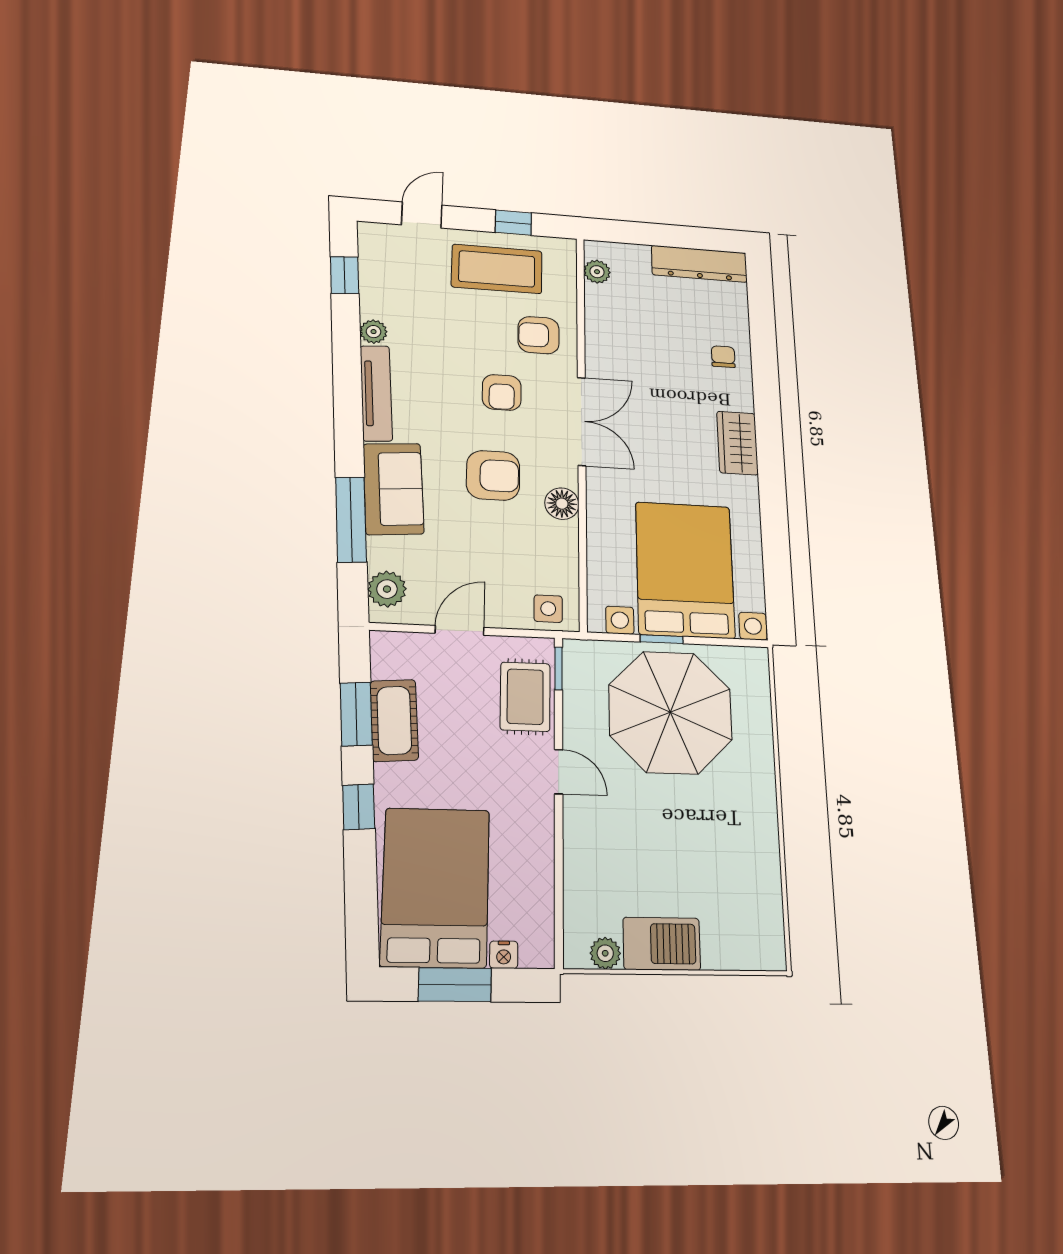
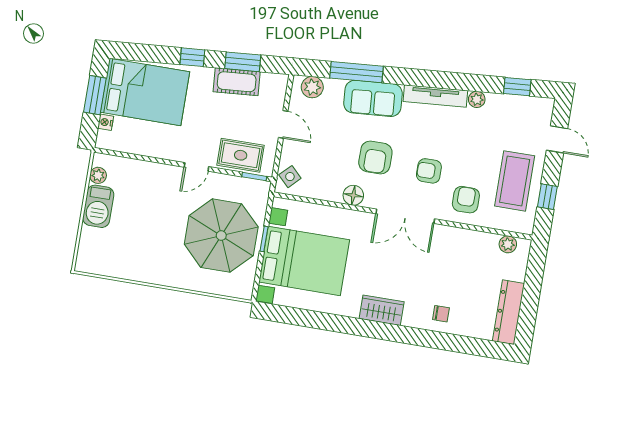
side table: (548, 609) -> (290, 177), turned 45

